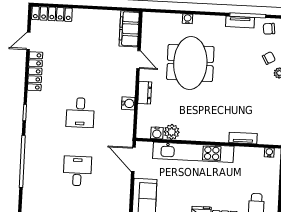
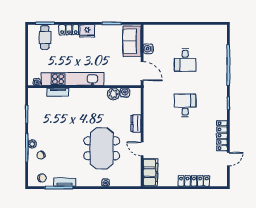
locker: (52, 14) -> (194, 181), moved
water cooler: (128, 103) -> (148, 49), moved
kitchen unit: (193, 152) -> (72, 79), moved

